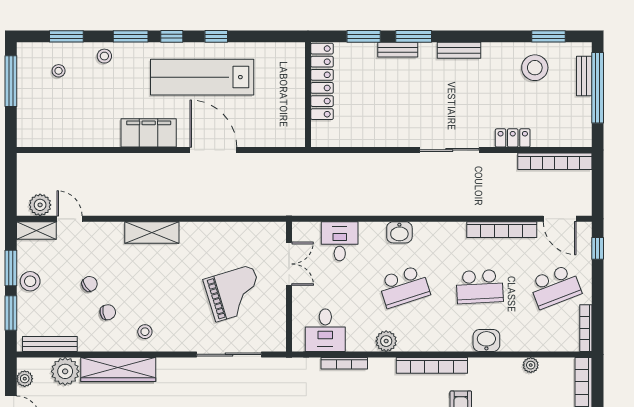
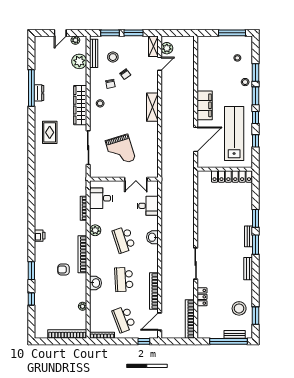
window: (66, 36) -> (256, 73), moved
locker: (322, 81) -> (232, 176), moved
wall: (308, 95) -> (225, 169), moved
stool: (30, 281) -> (113, 57), moved
wardrobe: (118, 369) -> (80, 105), moved

